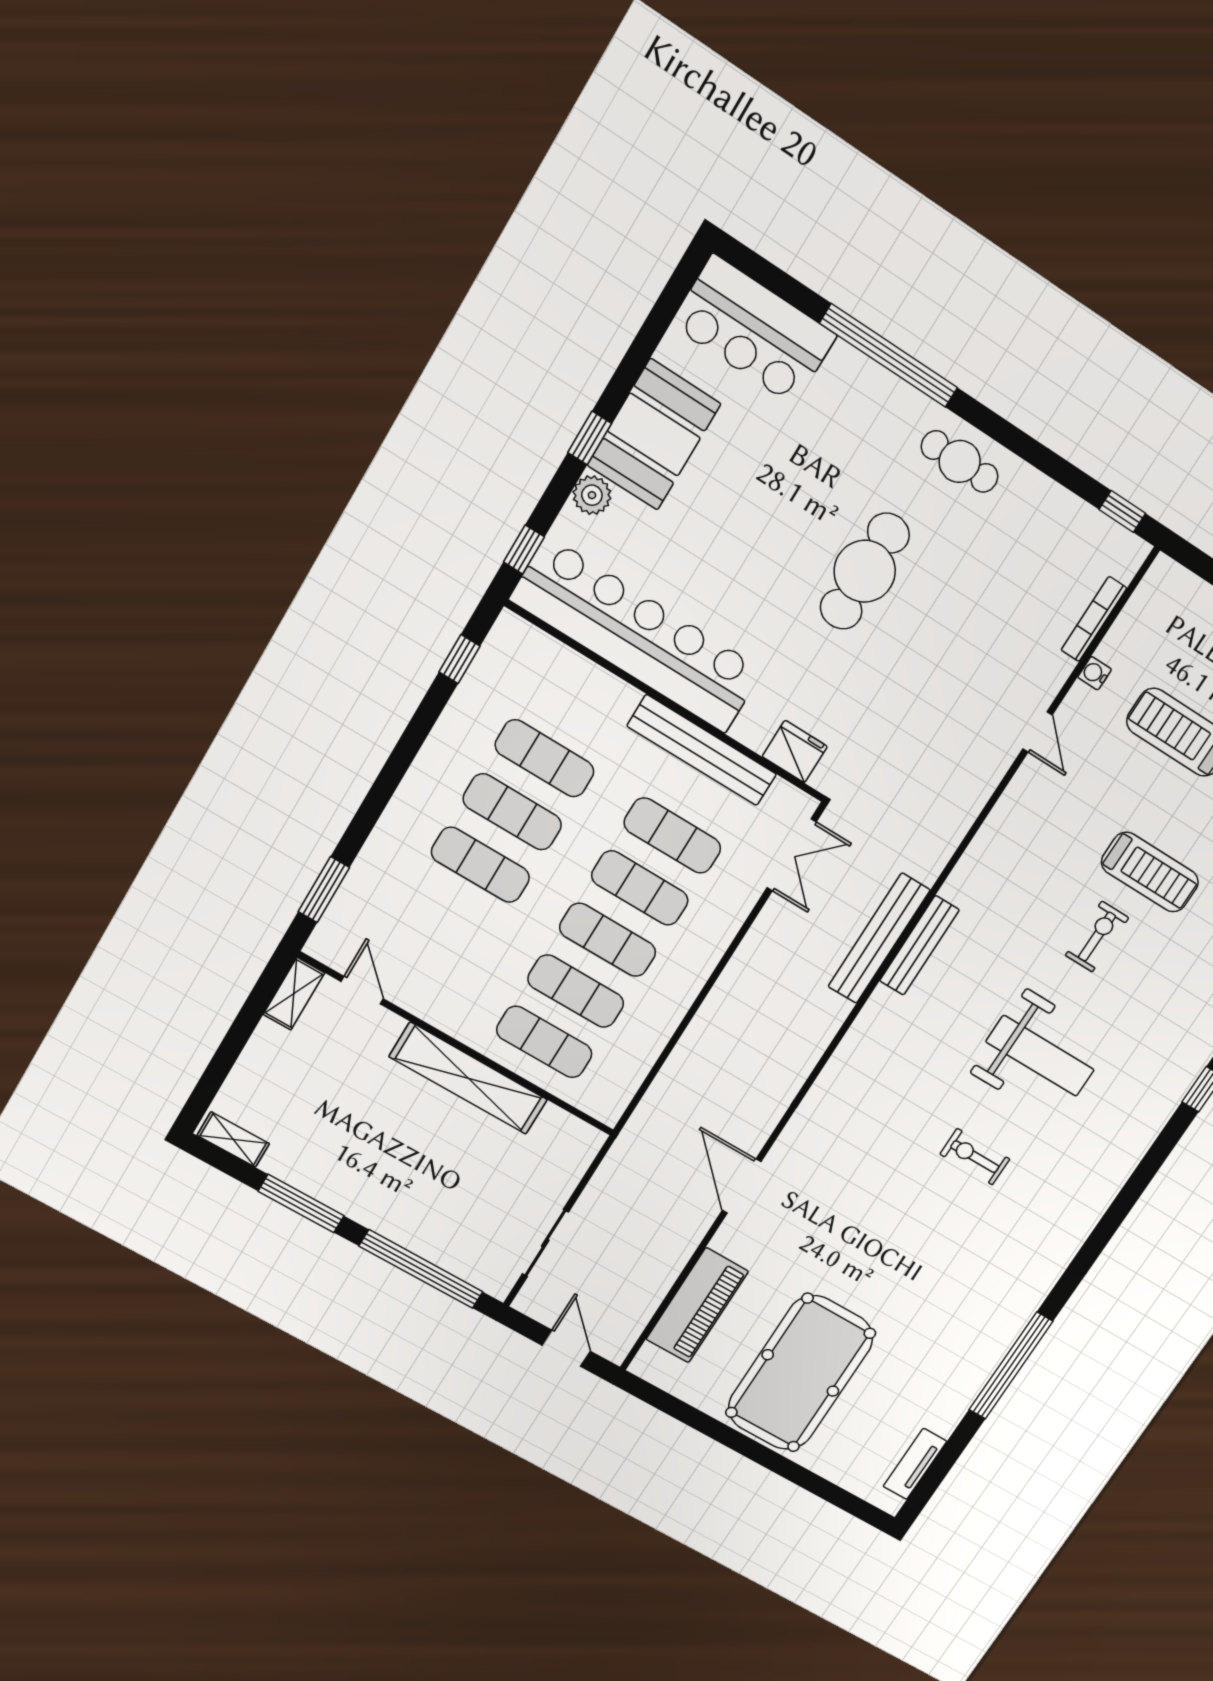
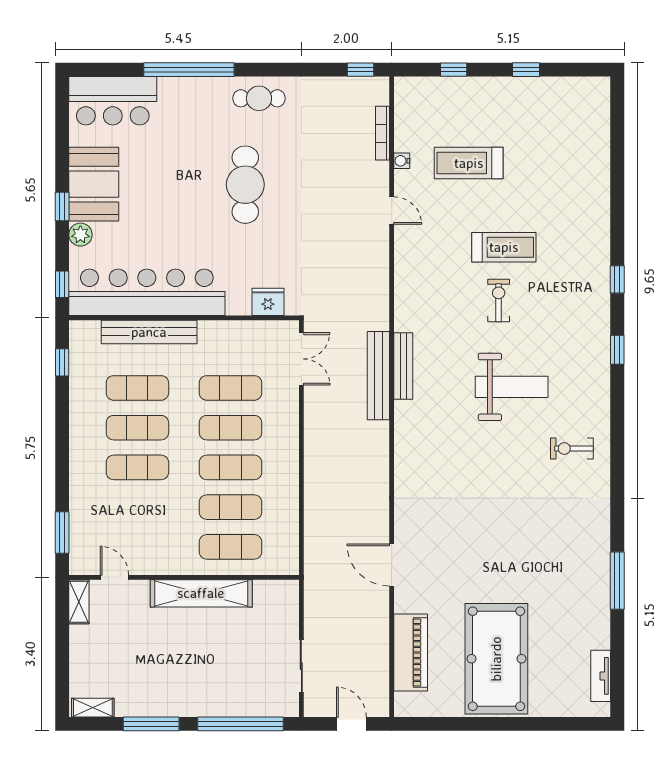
bench: (702, 750) -> (149, 332), moved
exercise bike: (975, 1157) -> (572, 449), moved
window: (1011, 1366) -> (617, 581), width x0.68

